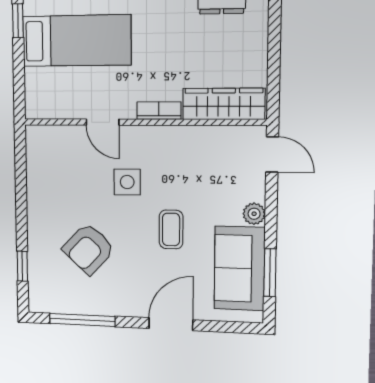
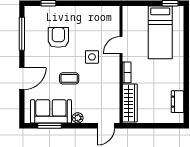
armchair: (89, 249) -> (58, 37), turned 47
door: (171, 324) -> (22, 78), hinge flipped

